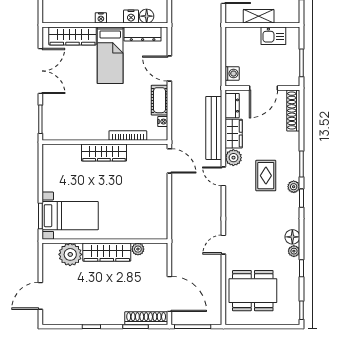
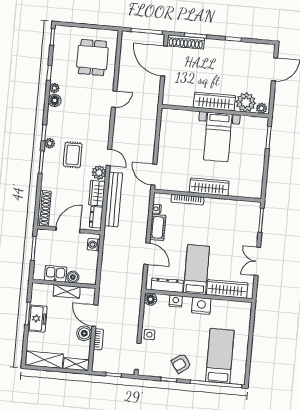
floor lamp: (147, 16) -> (150, 299), moved
nightstand: (101, 18) -> (201, 306), width x1.89, depth x1.79
boiler: (253, 34) -> (73, 277), added
double door: (40, 71) -> (257, 261), width x0.73
bed with nightstands: (70, 216) -> (218, 137), moved, turned -90
plant: (138, 249) -> (262, 108), moved
dining table: (253, 291) -> (92, 57), width x0.73

